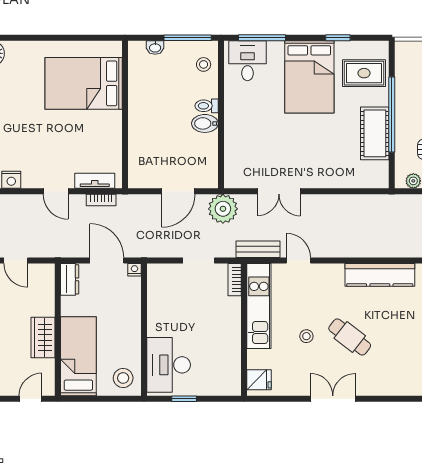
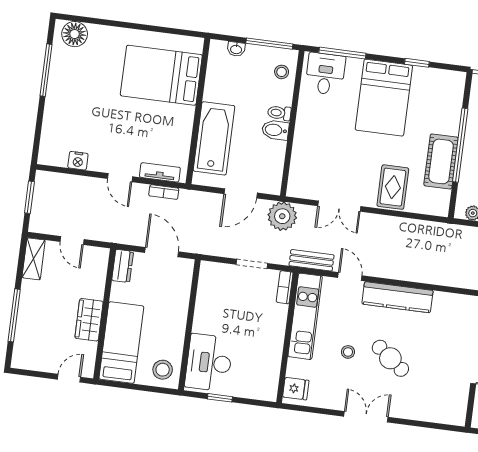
rug: (364, 73) -> (393, 187), moved, turned 90
bathtub: (145, 140) -> (214, 138), added
nightstand: (135, 270) -> (188, 265), removed
kitchen counter: (380, 275) -> (397, 297), moved

